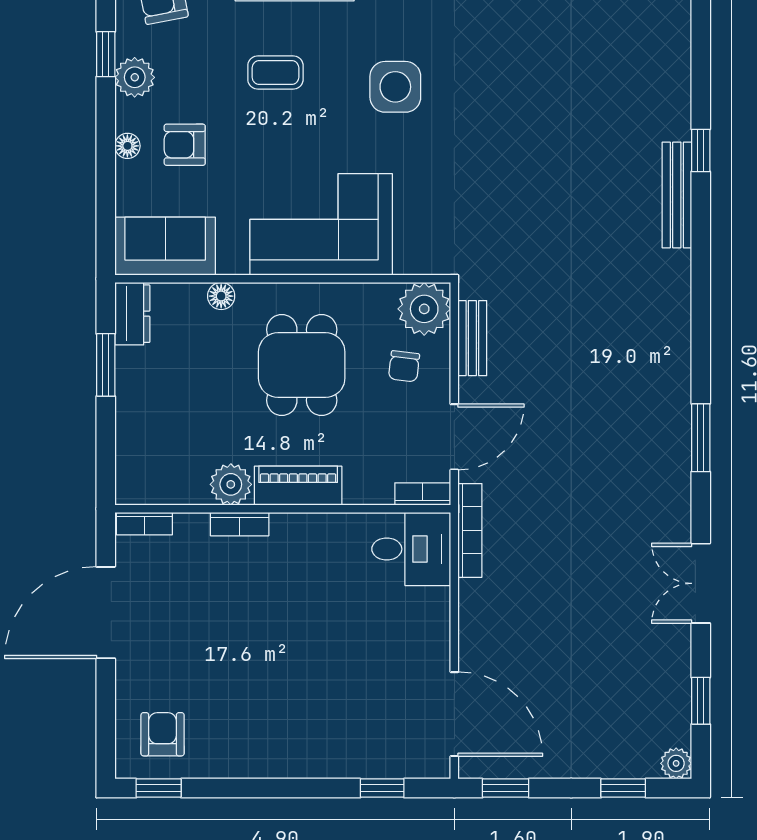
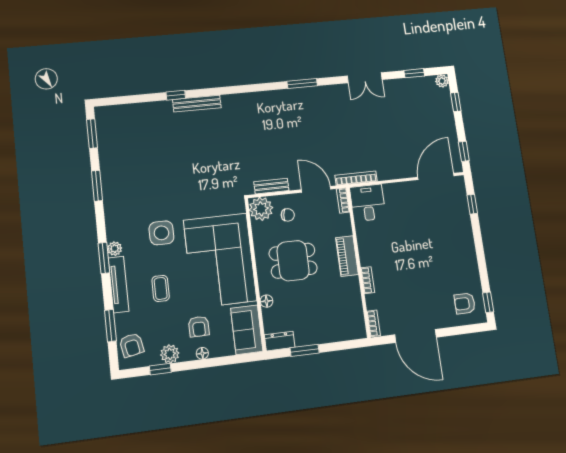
corner sofa: (321, 224) -> (220, 260), width x1.36, depth x1.36
plant: (231, 484) -> (351, 286), removed

